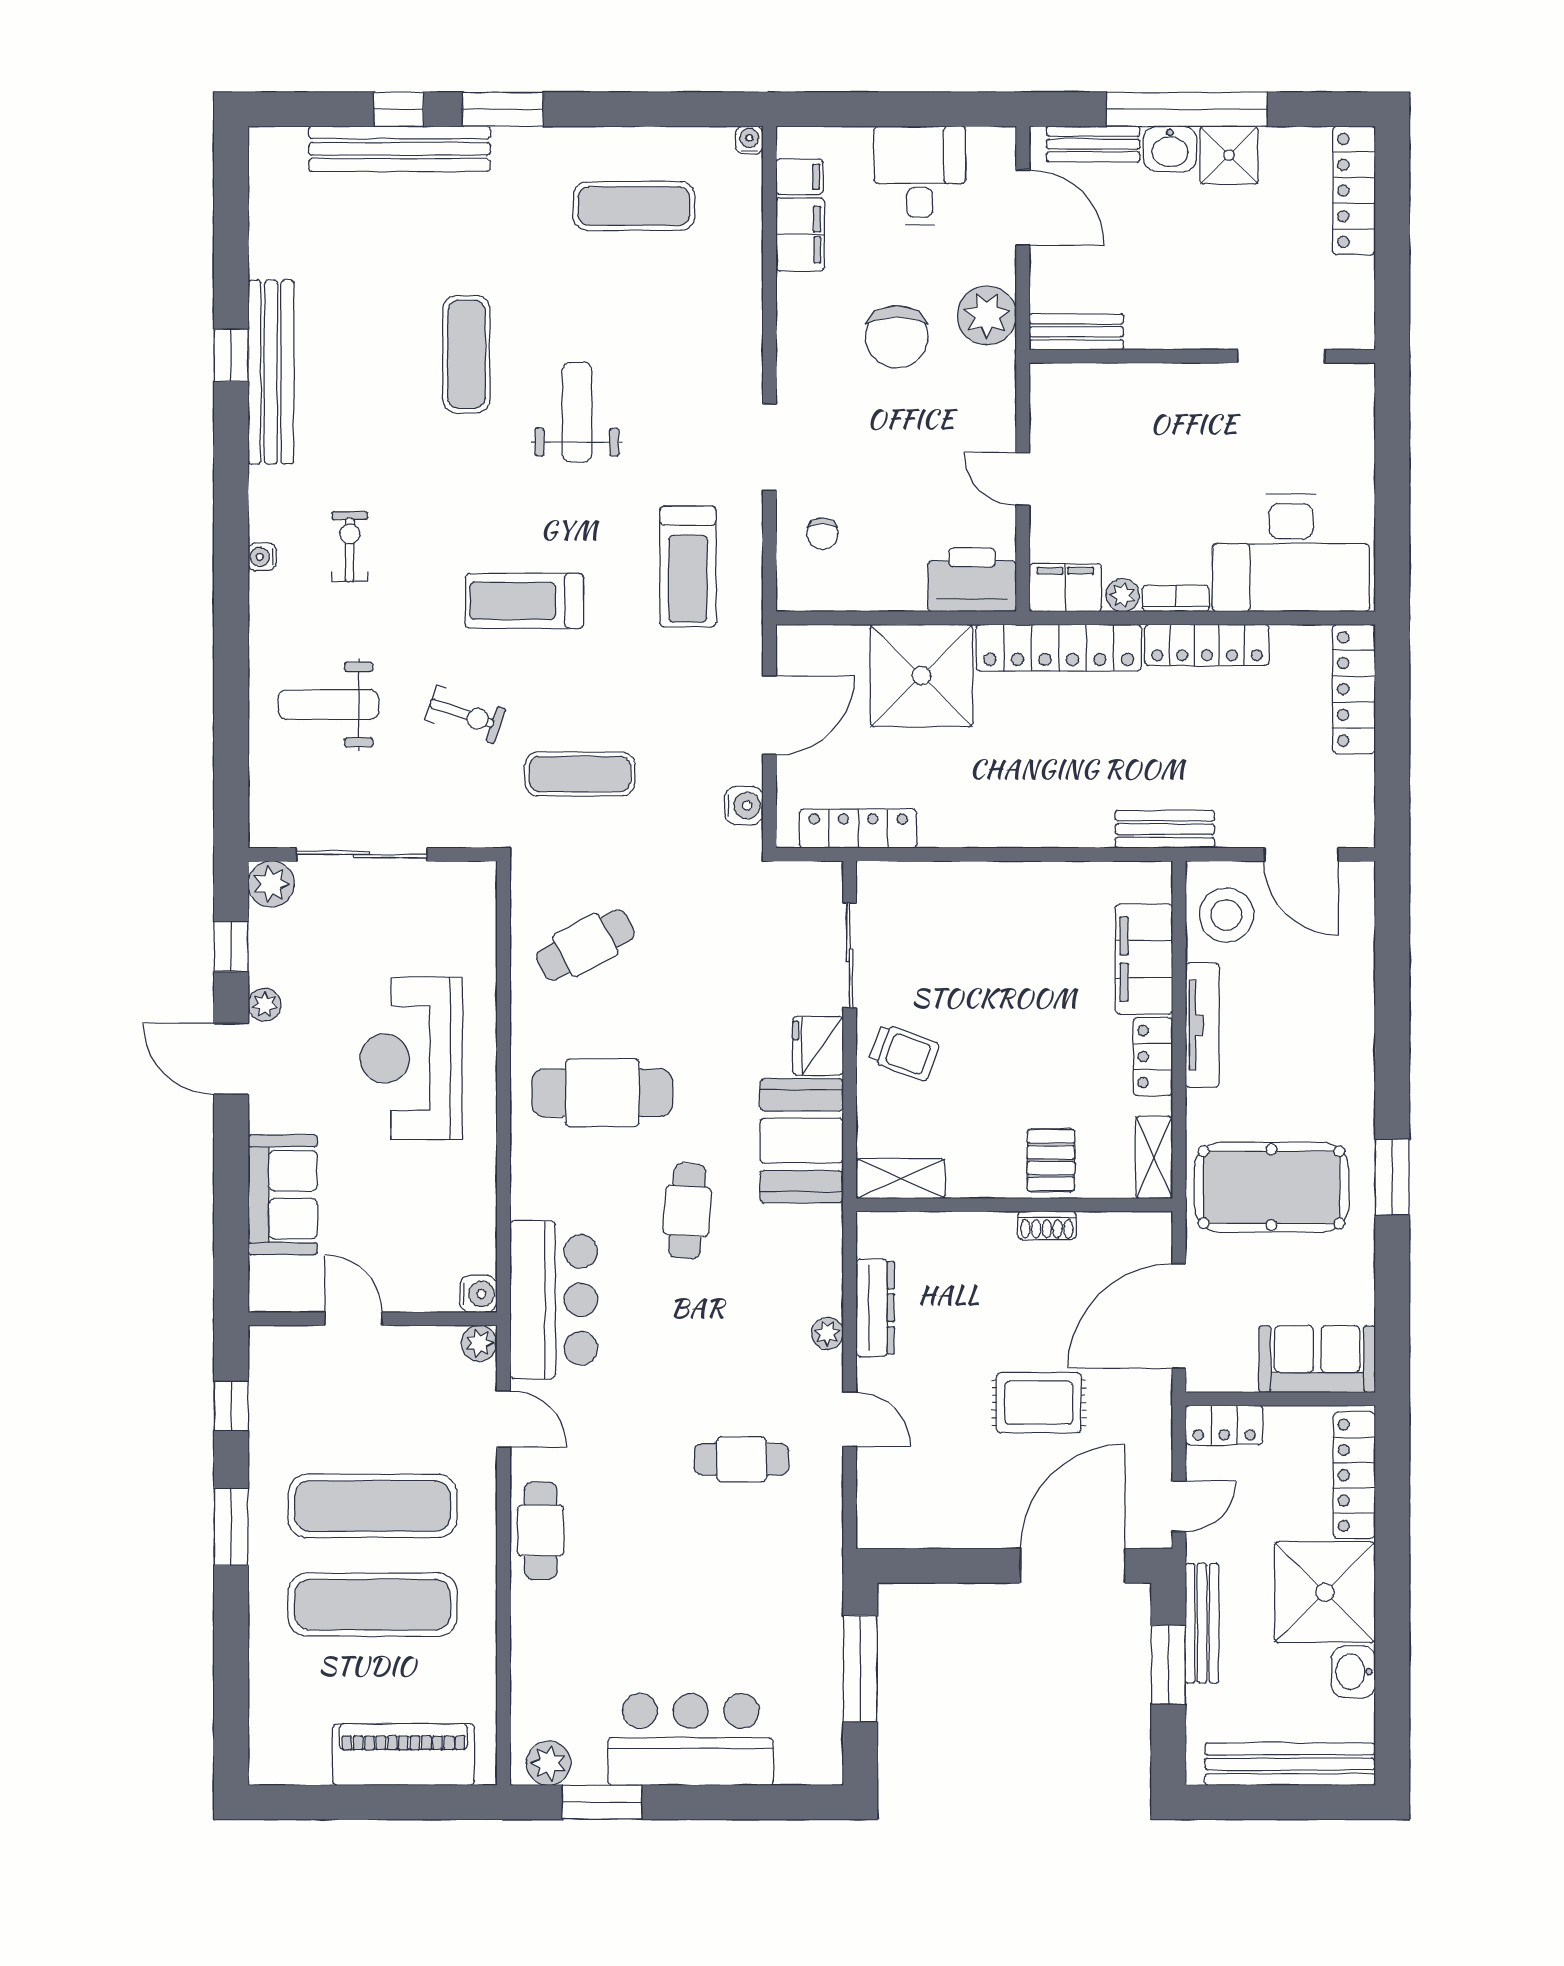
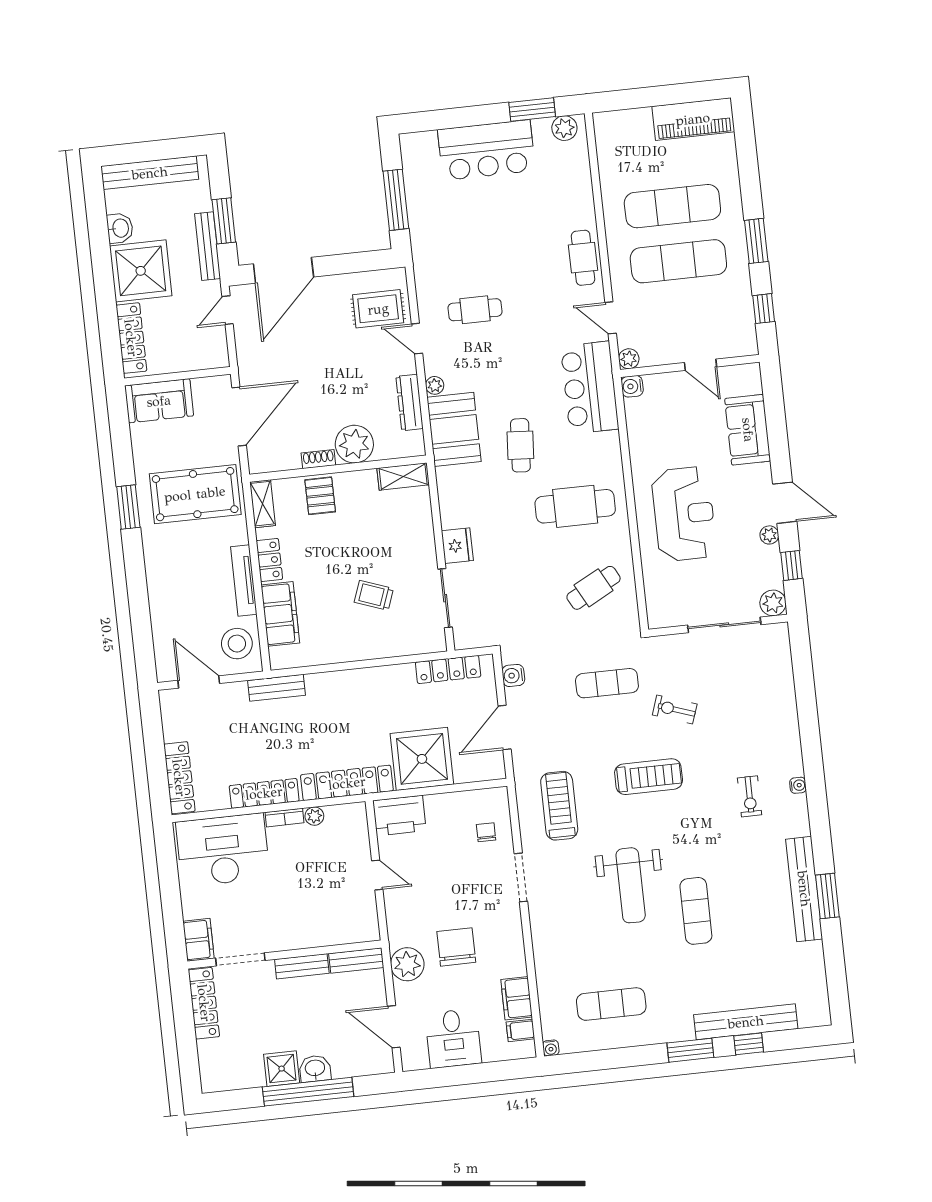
bench: (1093, 144) -> (302, 966), moved
locker: (1354, 190) -> (204, 1003), moved
window: (231, 355) -> (827, 896), width x1.50
weight bench: (577, 412) -> (631, 885), width x1.36, depth x1.33
filing cabinet: (1065, 588) -> (199, 940), moved, turned -90
weight bench: (328, 705) -> (752, 707), removed
trolley: (904, 1052) -> (374, 595), moved
booth: (802, 1141) -> (454, 429), moved
plant: (981, 1245) -> (354, 444), added
rug: (1039, 1403) -> (378, 309), moved
locker: (1224, 1425) -> (207, 358), removed
piano: (404, 1755) -> (693, 119), moved

